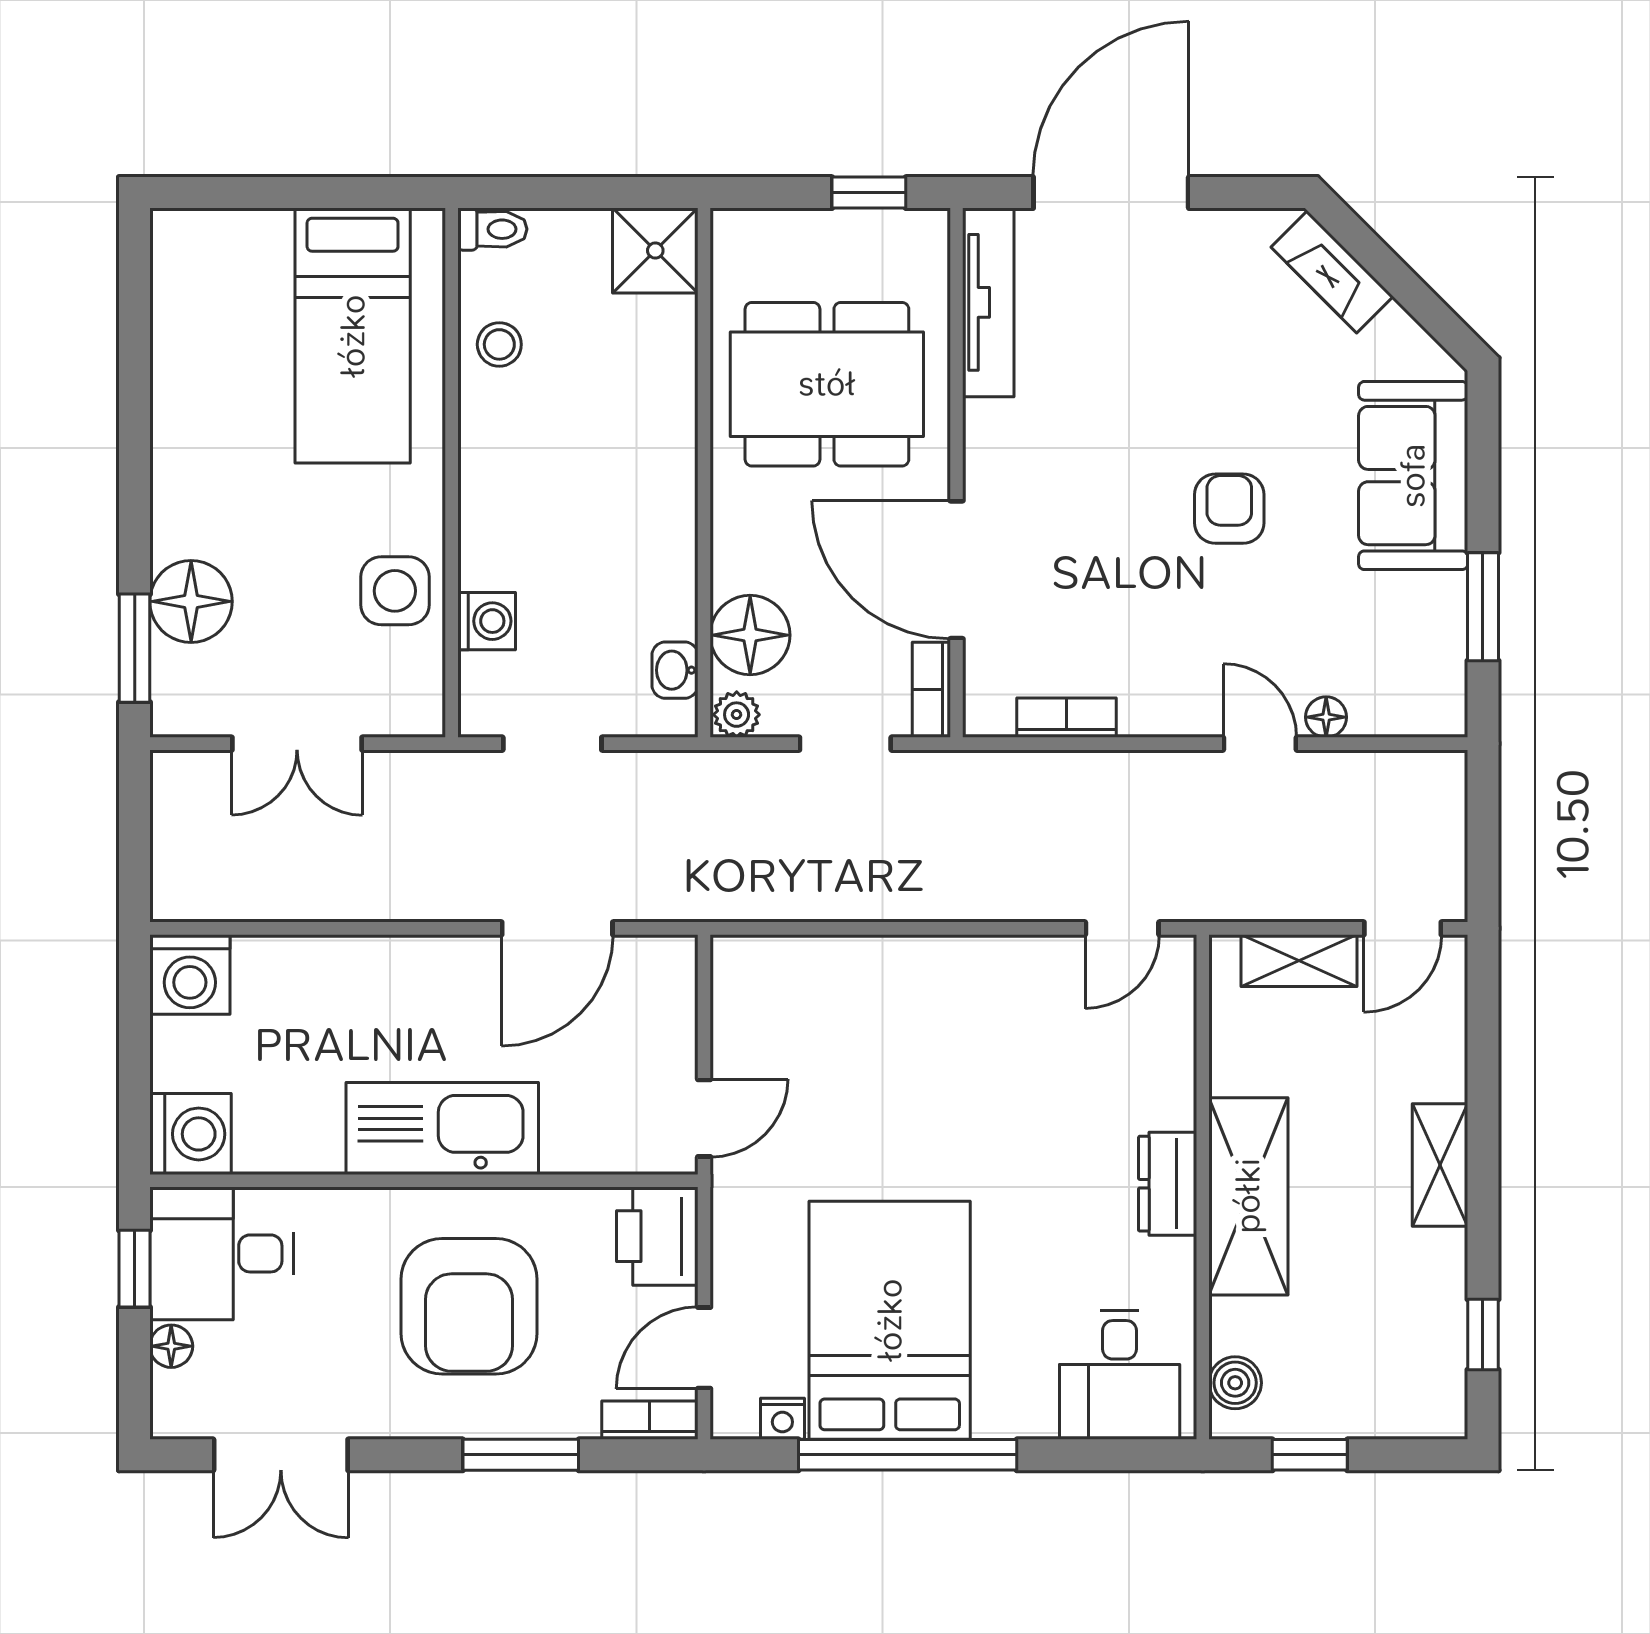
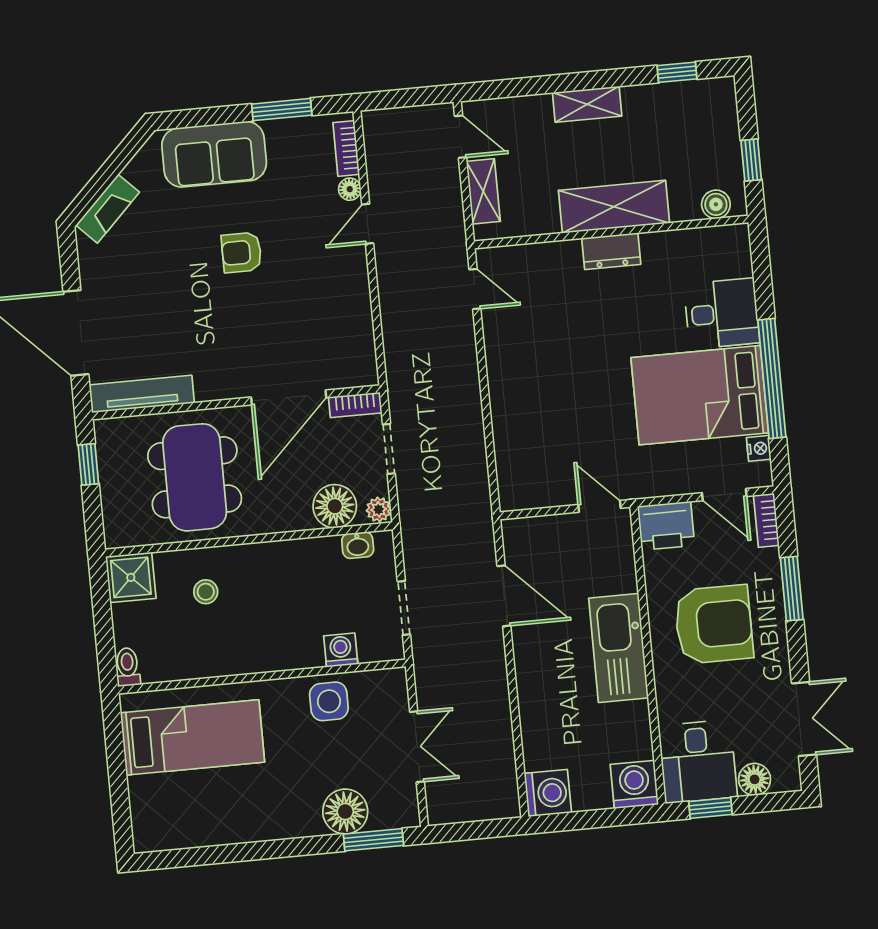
stool: (499, 344) -> (206, 592), moved
bookcase: (1066, 718) -> (346, 148), moved
floor lamp: (171, 1346) -> (755, 779), width x1.37, depth x1.37
desk: (1120, 1375) -> (722, 313), moved

